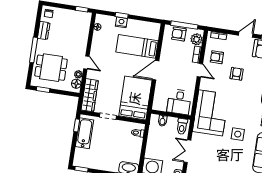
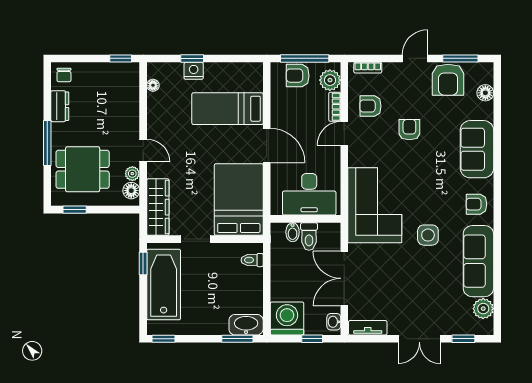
door: (156, 70) -> (267, 145), swing flipped
door: (200, 70) -> (344, 133), swing flipped
desk: (179, 102) -> (309, 194), width x1.37
toilet: (182, 126) -> (309, 237), moved
bathtub: (85, 133) -> (164, 285), width x1.36, depth x1.36
double door: (187, 151) -> (344, 278), width x1.37

